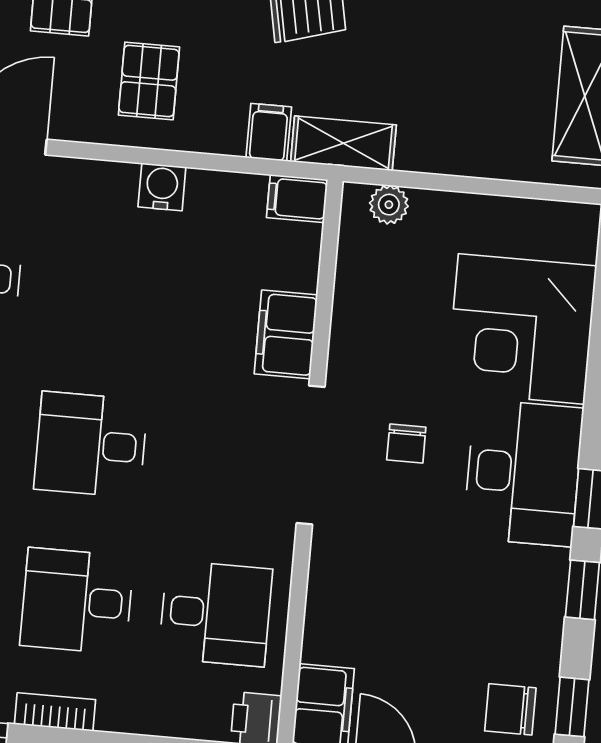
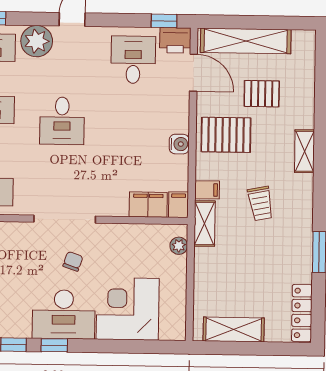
pallet: (149, 81) -> (226, 135), width x1.50, depth x1.42
filing cabinet: (286, 334) -> (148, 205), moved
chair: (406, 444) -> (73, 261), turned 109
desk: (91, 445) -> (62, 121), turned 180

